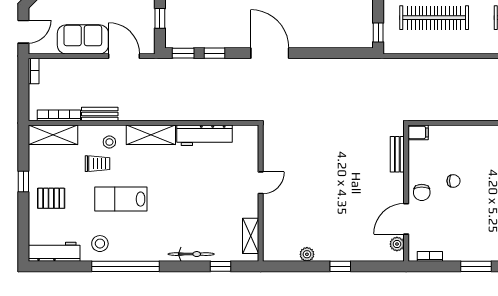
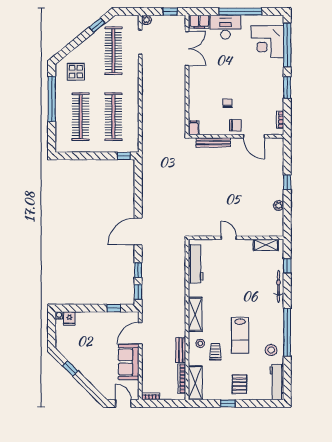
workbench: (204, 135) -> (196, 264), moved
bench: (397, 154) -> (213, 142), width x1.36
plant: (397, 244) -> (271, 143), removed

